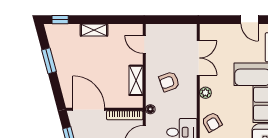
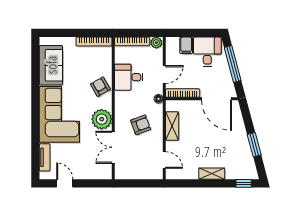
plant: (205, 93) -> (102, 119), width x1.87, depth x1.87

